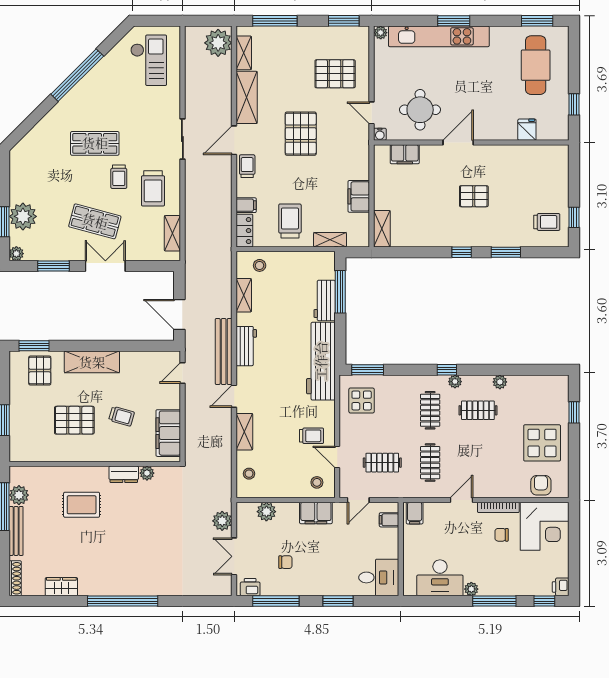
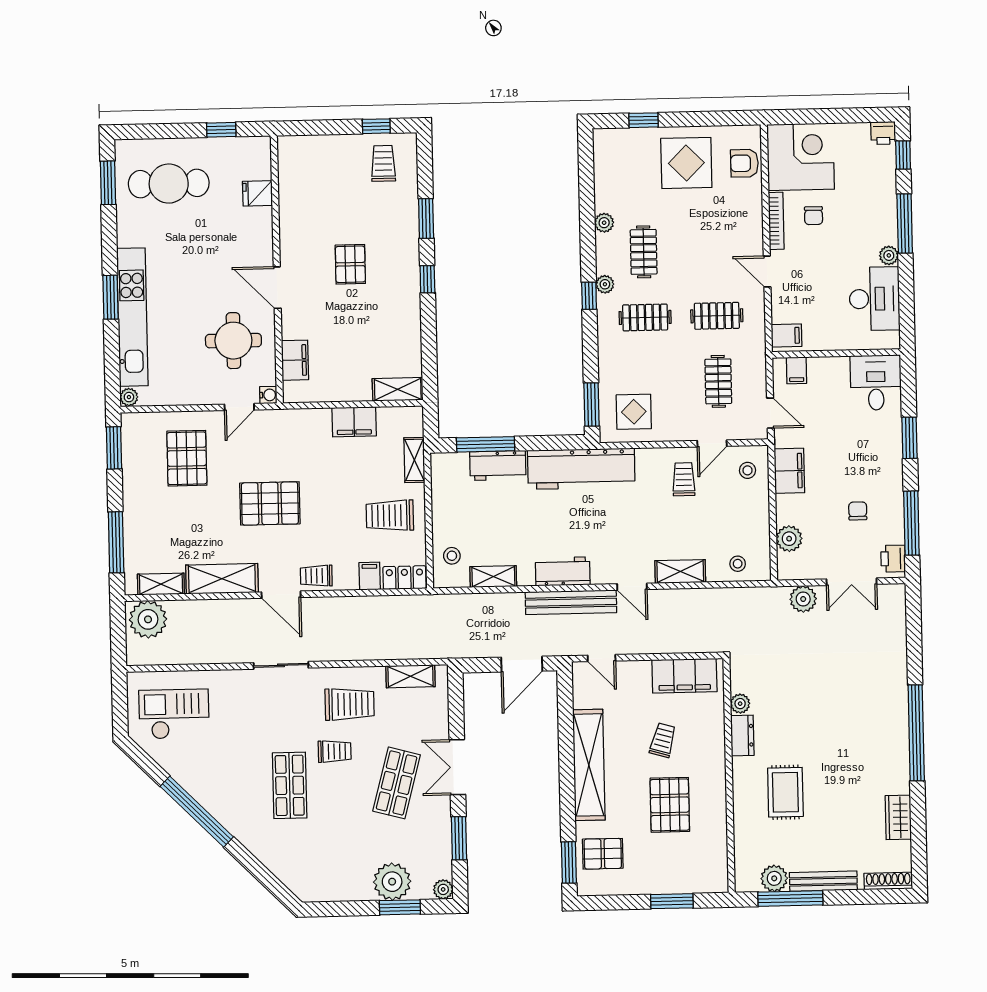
shelving: (92, 362) -> (589, 765), width x1.47

